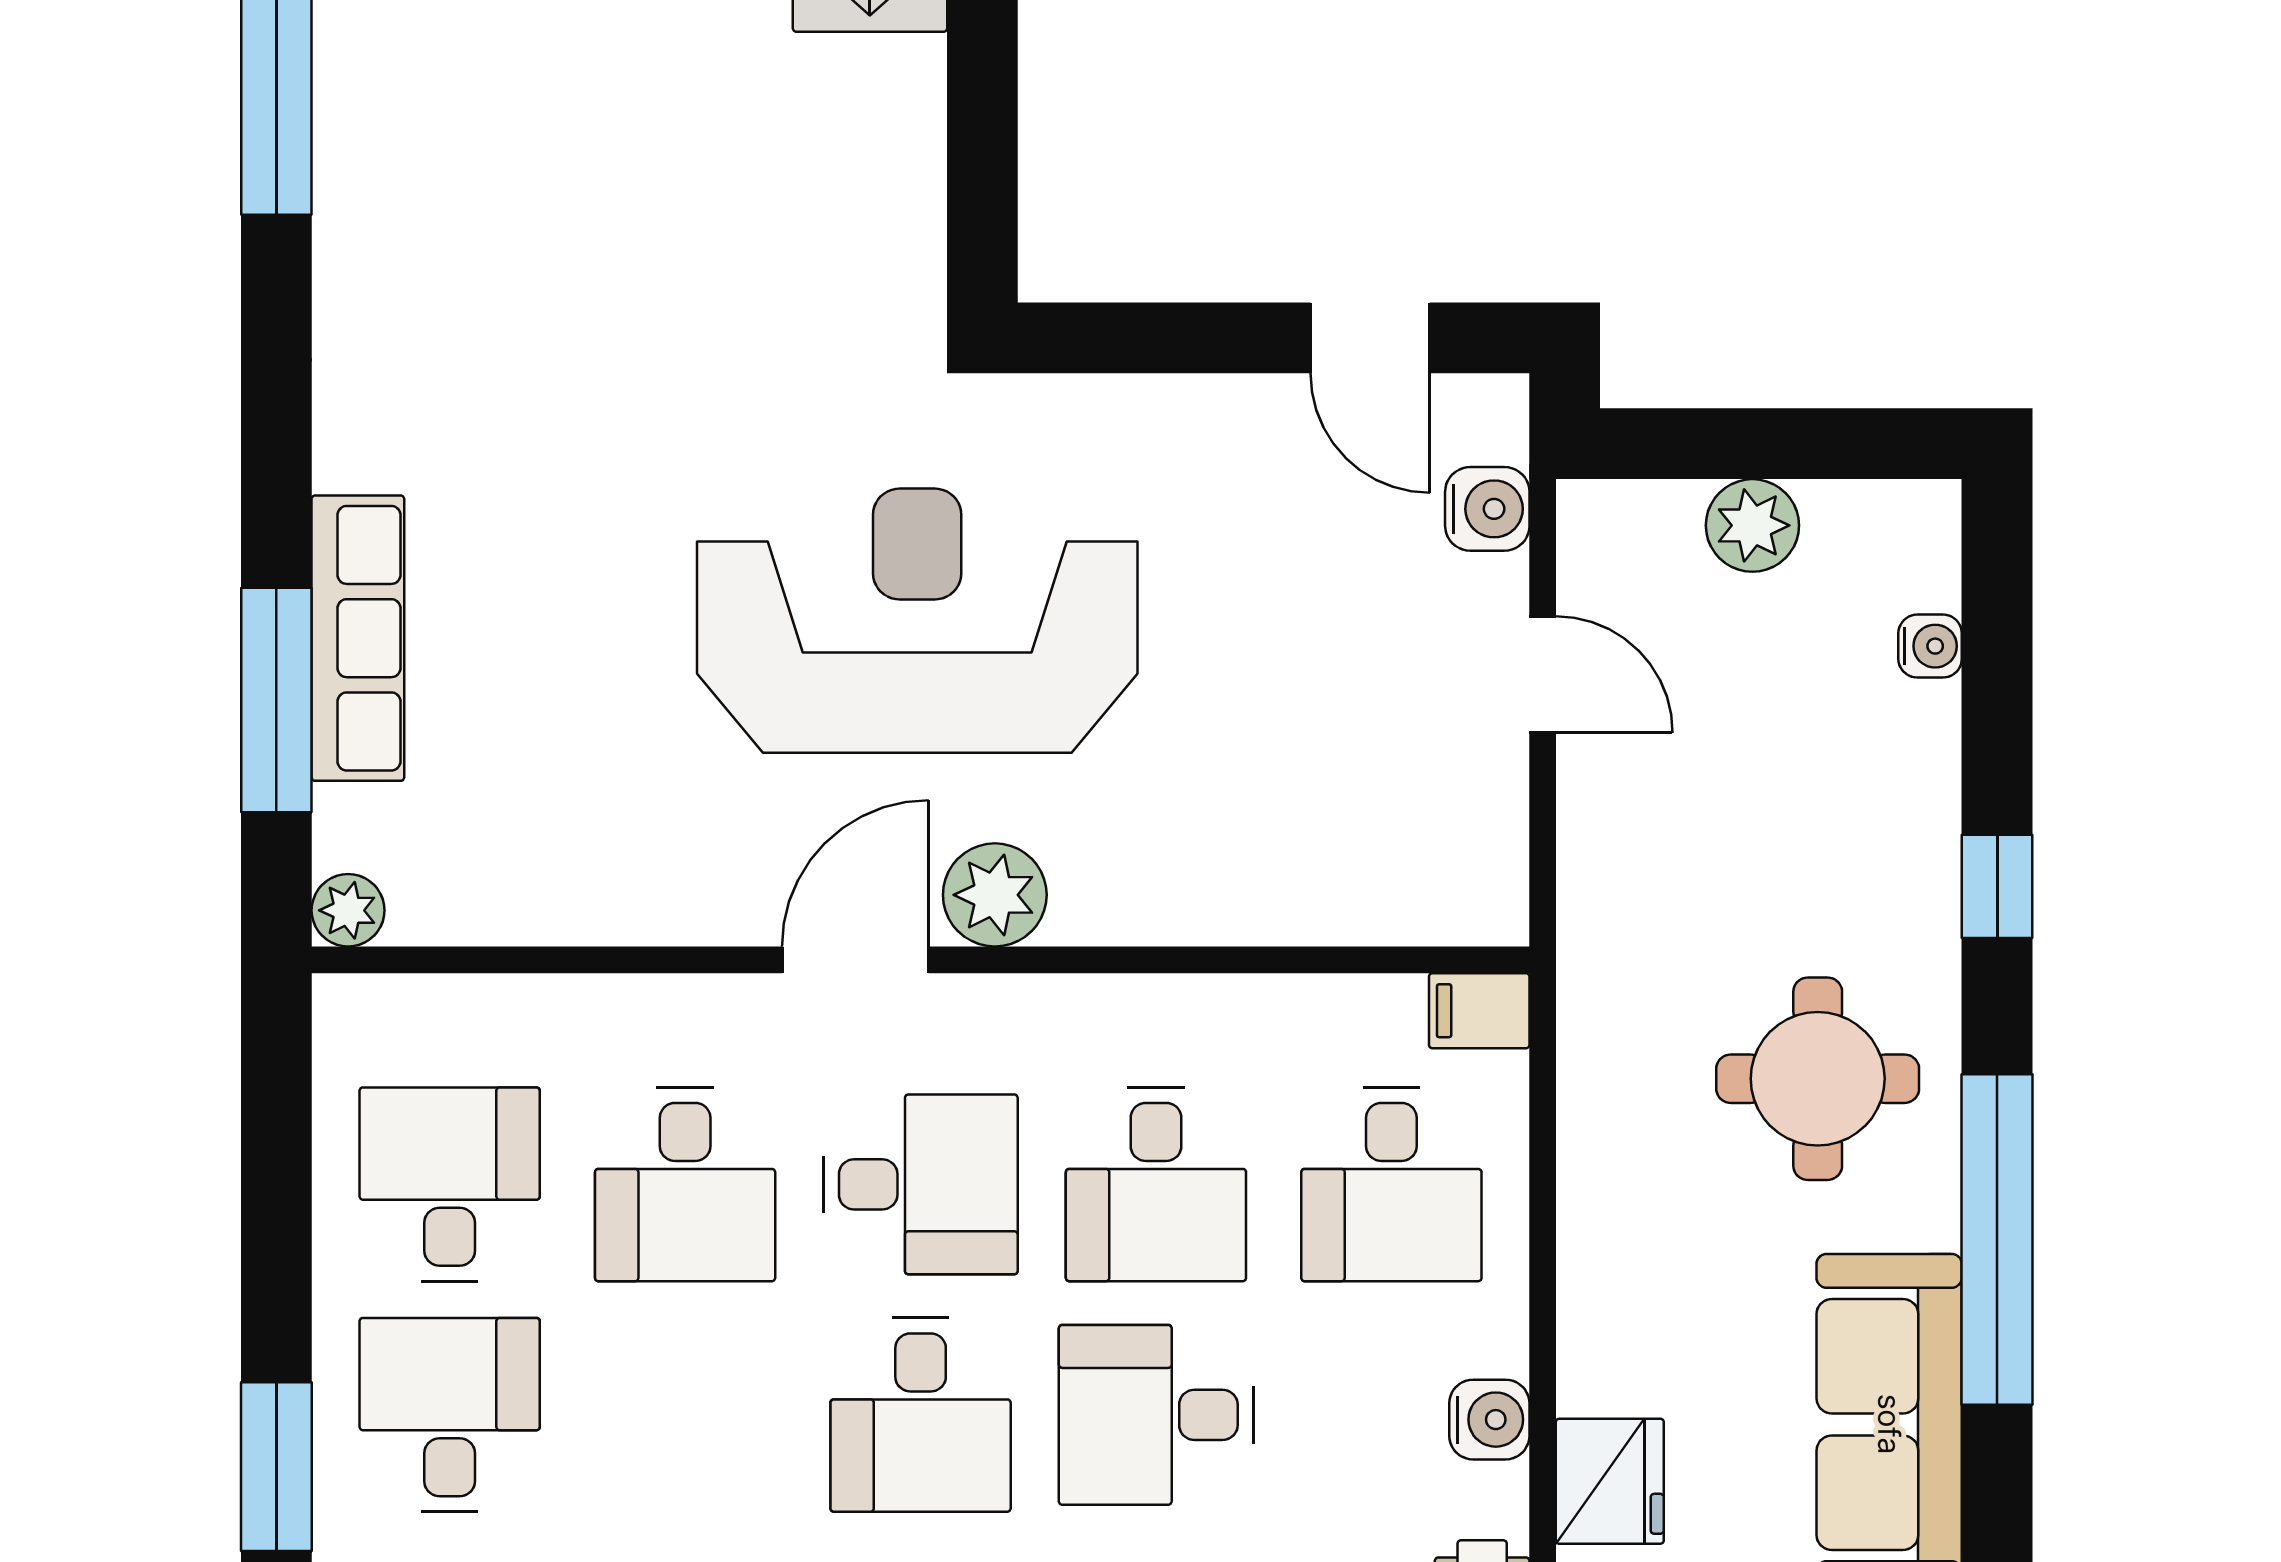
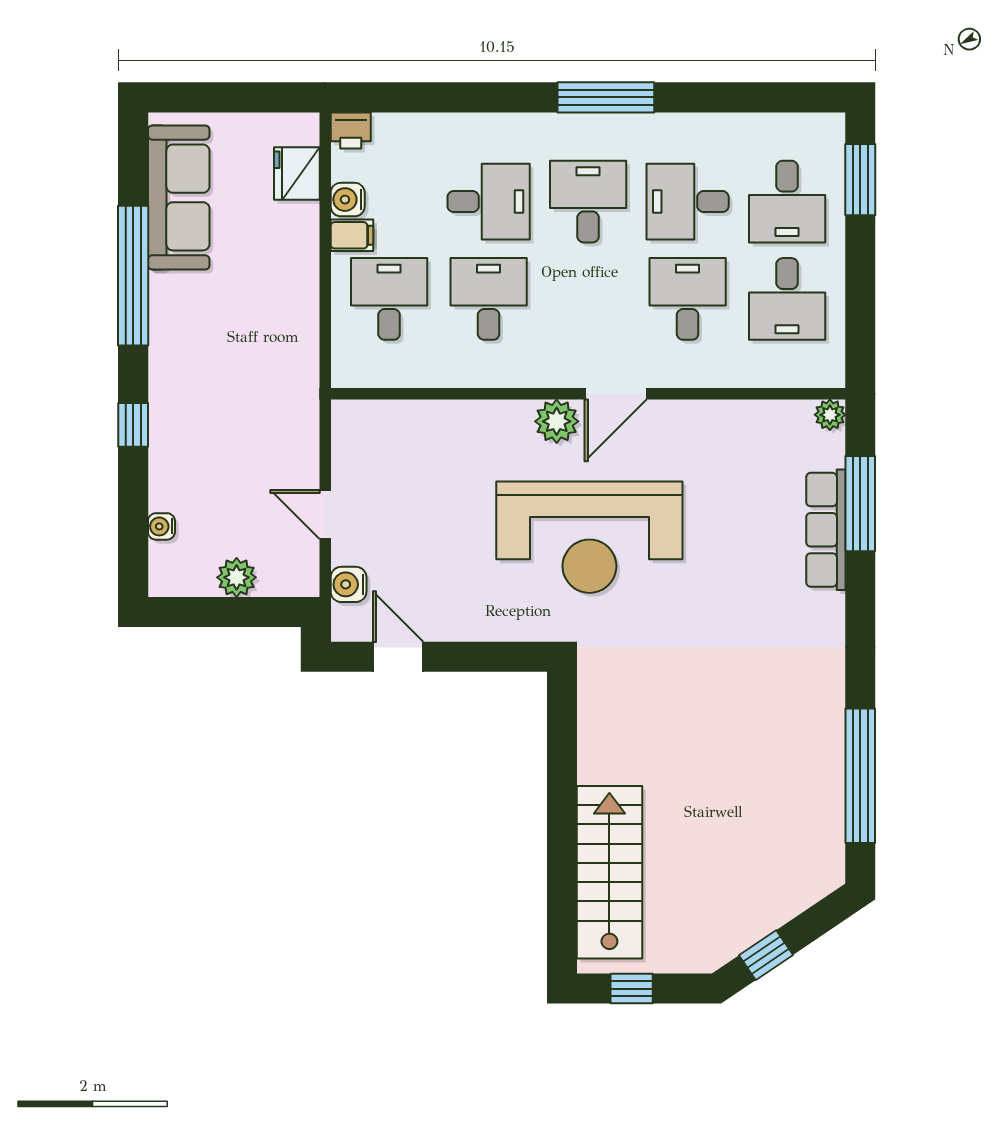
filing cabinet: (1479, 1011) -> (352, 235), moved
round table: (1818, 1079) -> (209, 344), removed
desk: (921, 1184) -> (688, 202), moved

